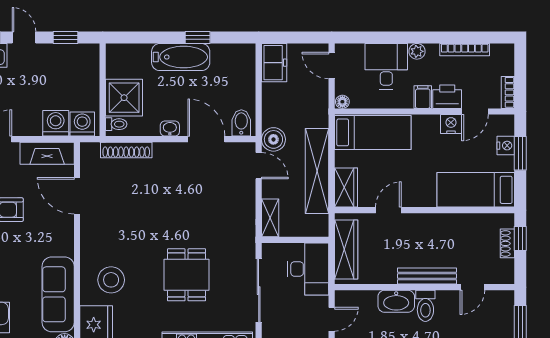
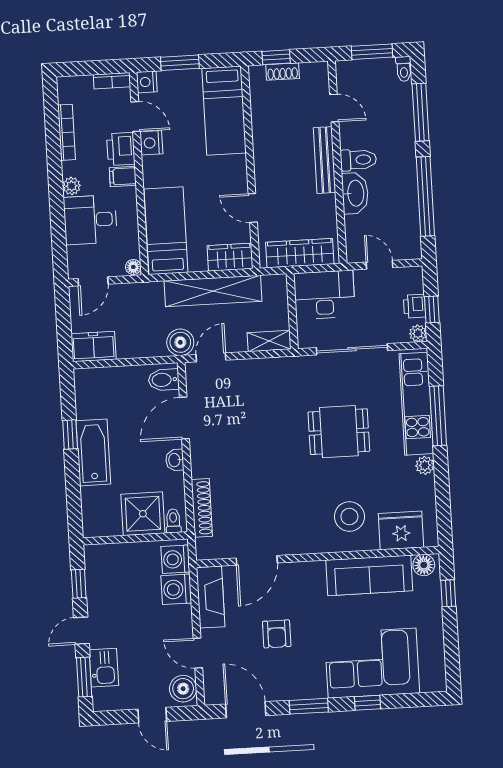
nightstand: (506, 146) -> (147, 82), moved, turned -90

